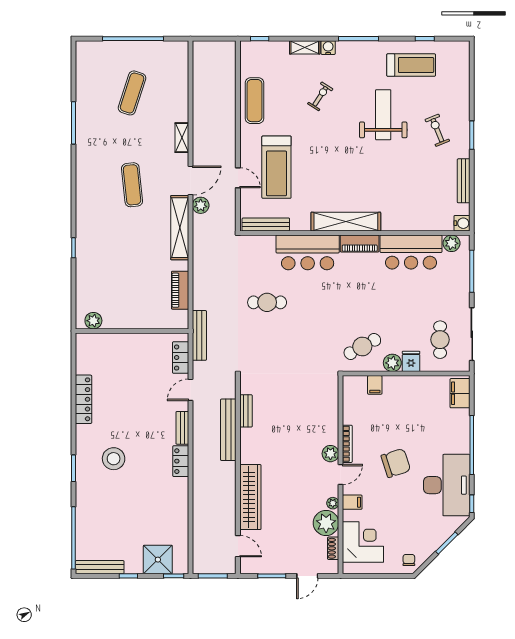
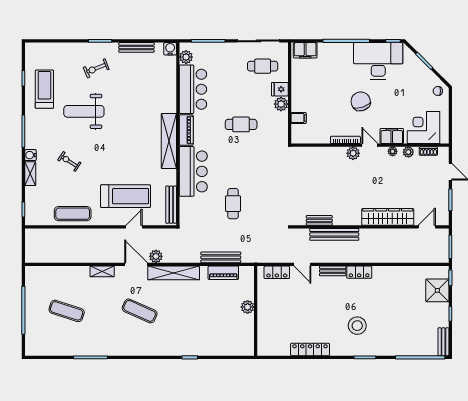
exercise mat: (132, 185) -> (140, 311), turned 30
plant: (93, 321) -> (248, 307), moved
bench: (199, 335) -> (221, 257), moved
cafe table: (362, 347) -> (241, 124), moved, turned -61
filing cabinet: (352, 502) -> (392, 136), width x2.00
plant: (326, 523) -> (408, 152), width x0.53, depth x0.53
bench: (100, 567) -> (443, 342), width x0.73

